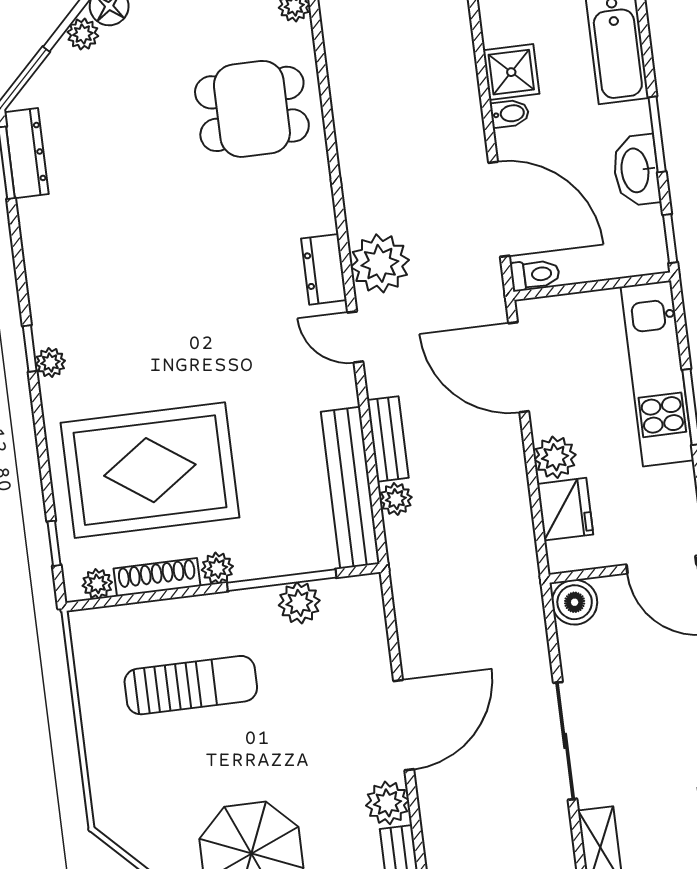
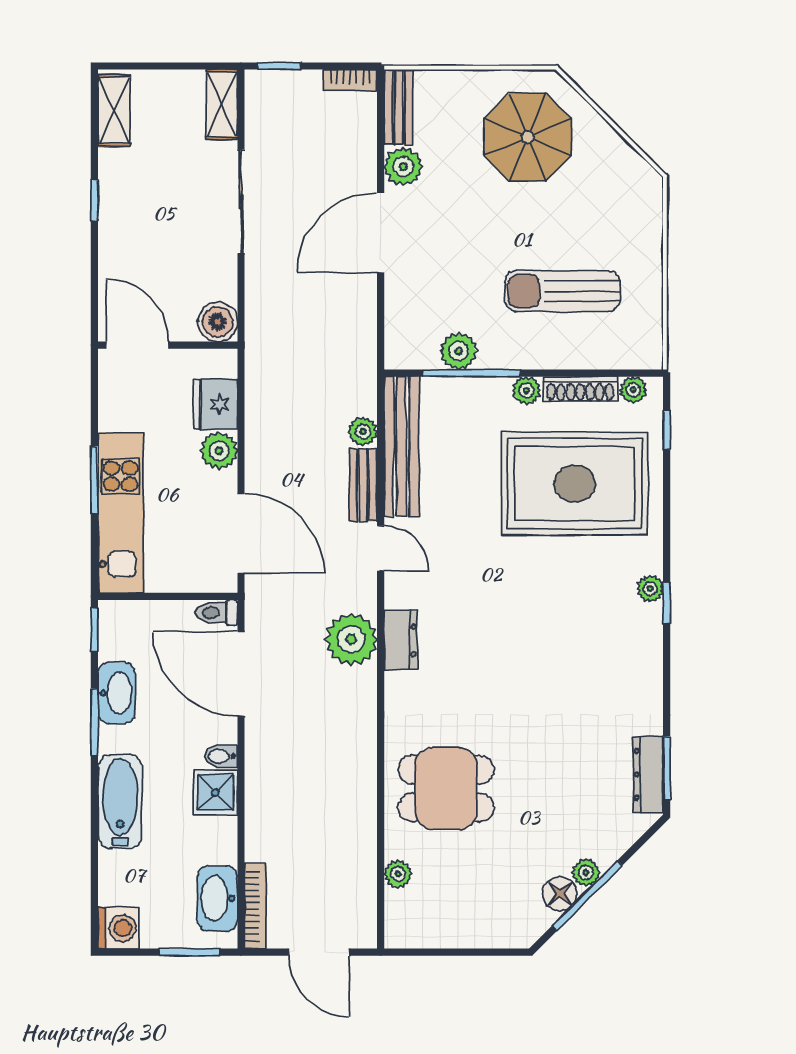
door: (355, 337) -> (381, 548), moved

